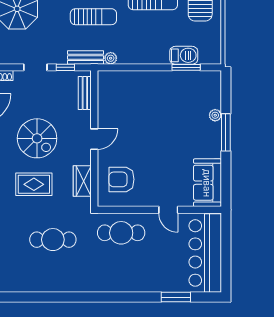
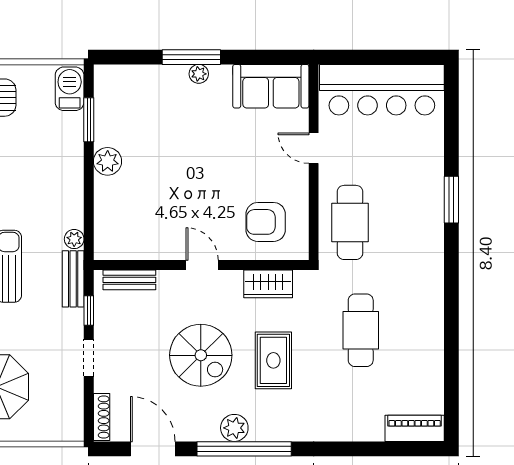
barbecue: (184, 55) -> (70, 89), moved
plant: (160, 79) -> (108, 161), added
plant: (215, 115) -> (199, 74), moved
spiral stairs: (37, 138) -> (201, 355), turned 90
armchair: (121, 179) -> (266, 222), turned 90
door: (168, 210) -> (314, 148), swing flipped
window: (176, 297) -> (451, 200), moved

